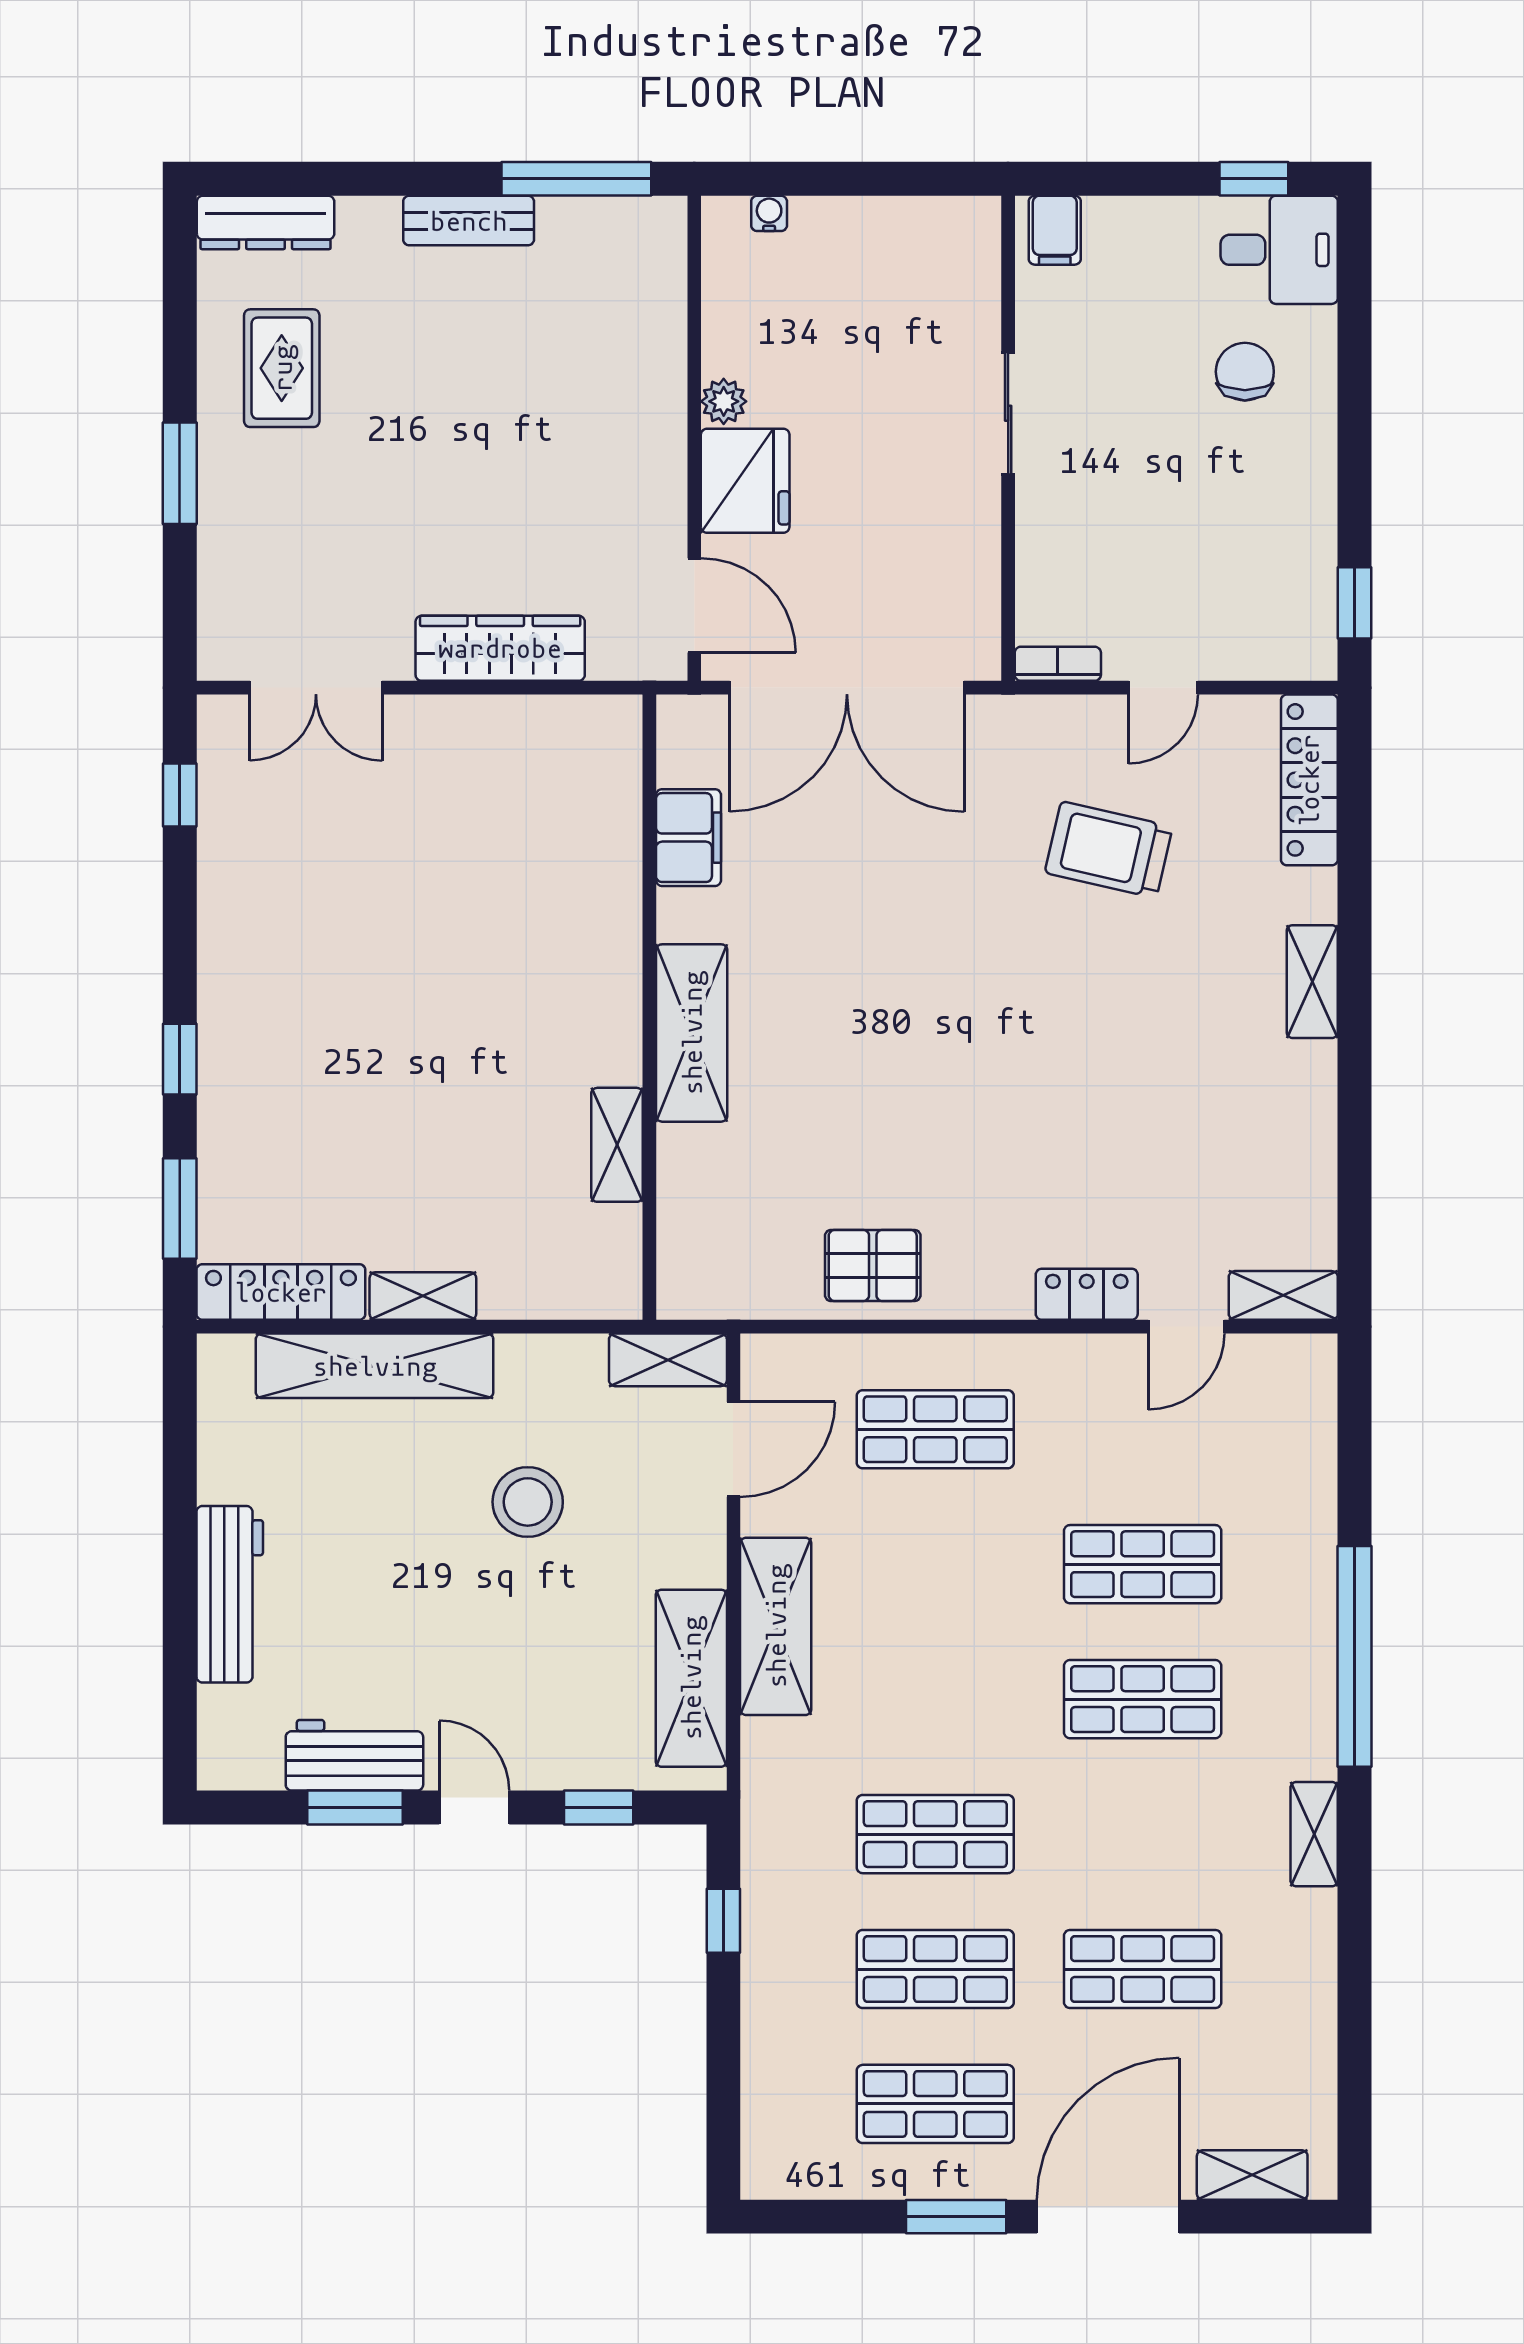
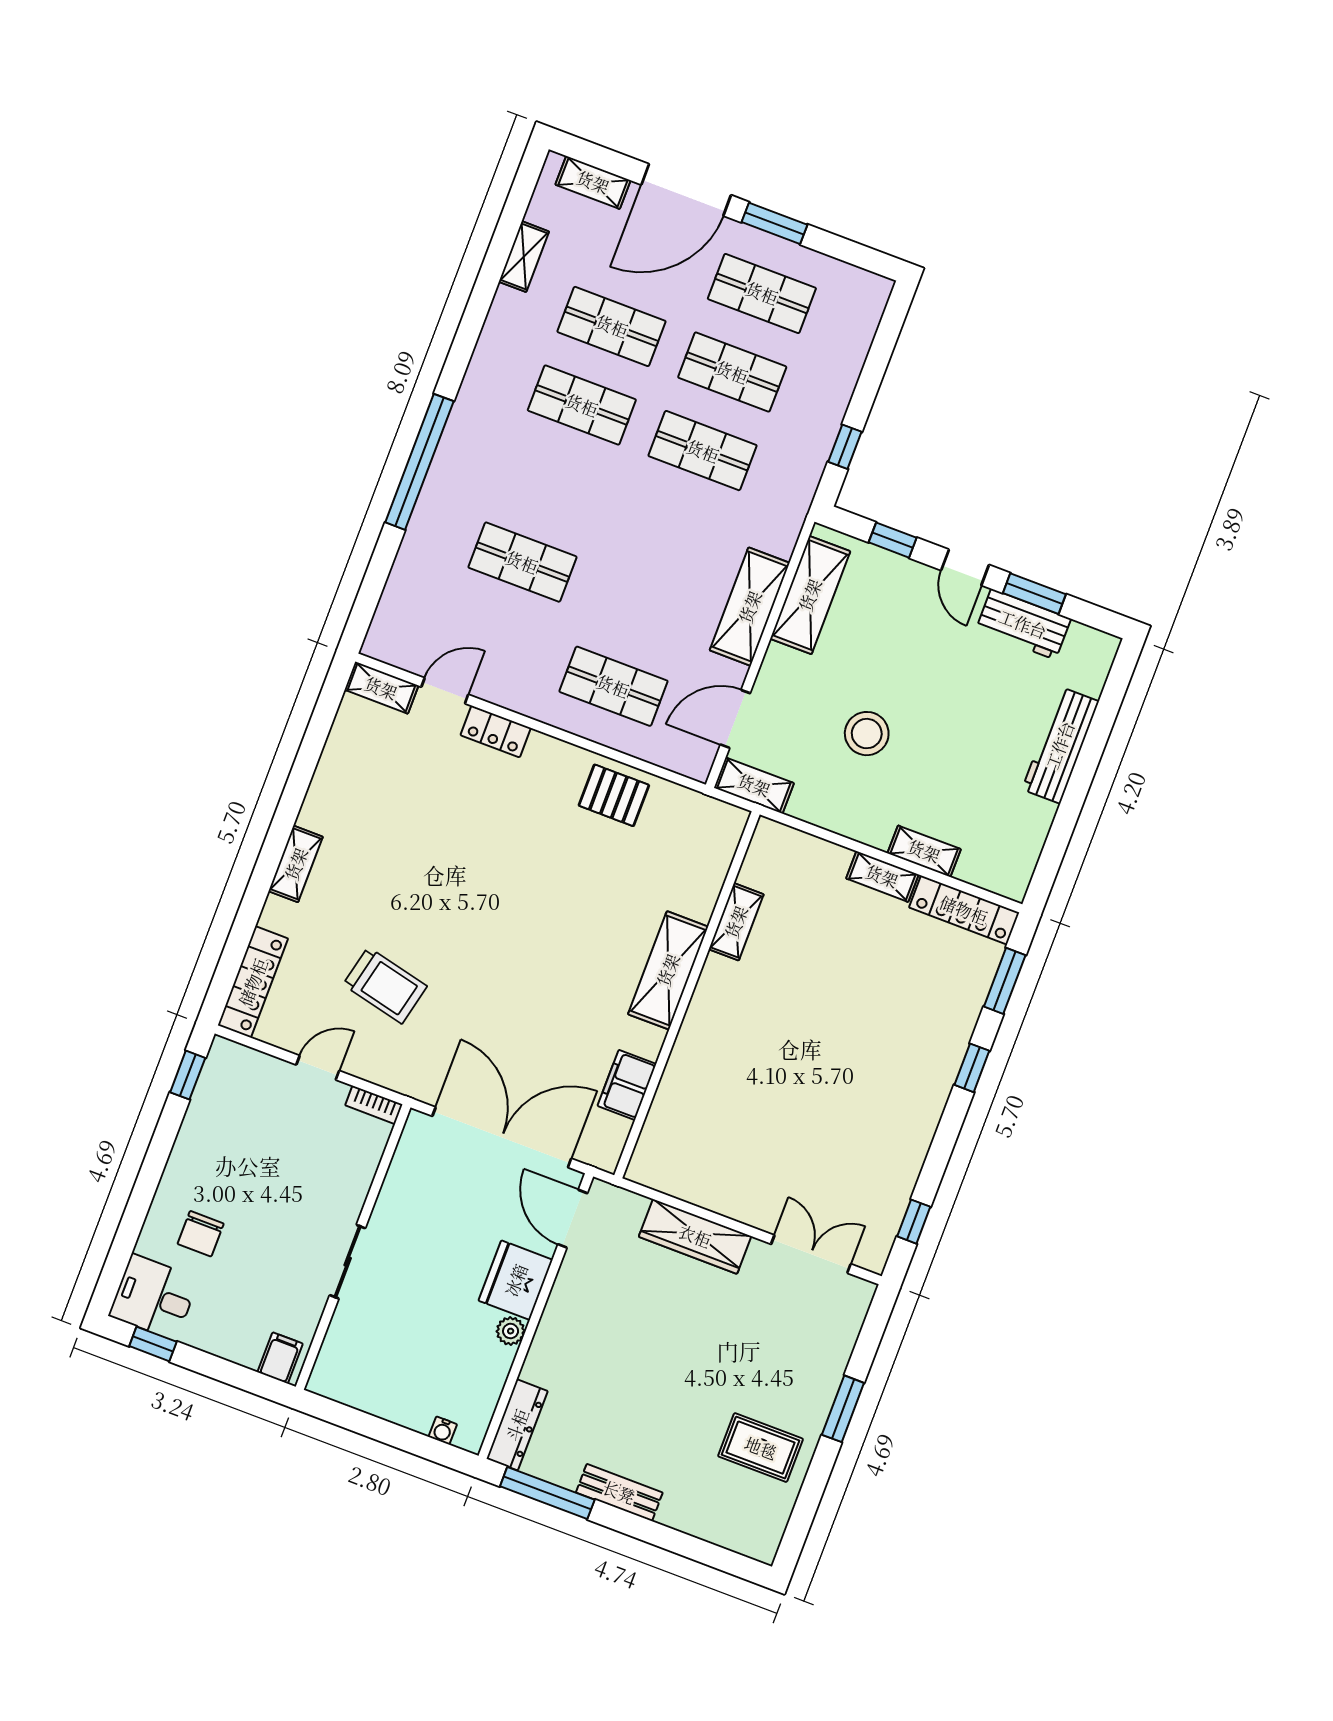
dresser: (266, 222) -> (517, 1425), moved, turned 90
rug: (282, 368) -> (761, 1448), turned 90
shelving: (375, 1366) -> (924, 851), width x0.45, depth x0.75
shop shelf: (1143, 1699) -> (582, 405), moved
shelving: (1314, 1834) -> (524, 257), moved

